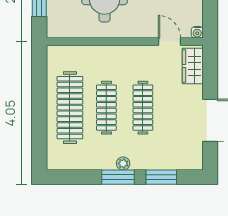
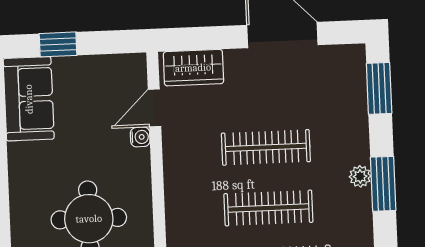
water cooler: (197, 32) -> (140, 137), moved
window: (161, 177) -> (379, 88), moved

